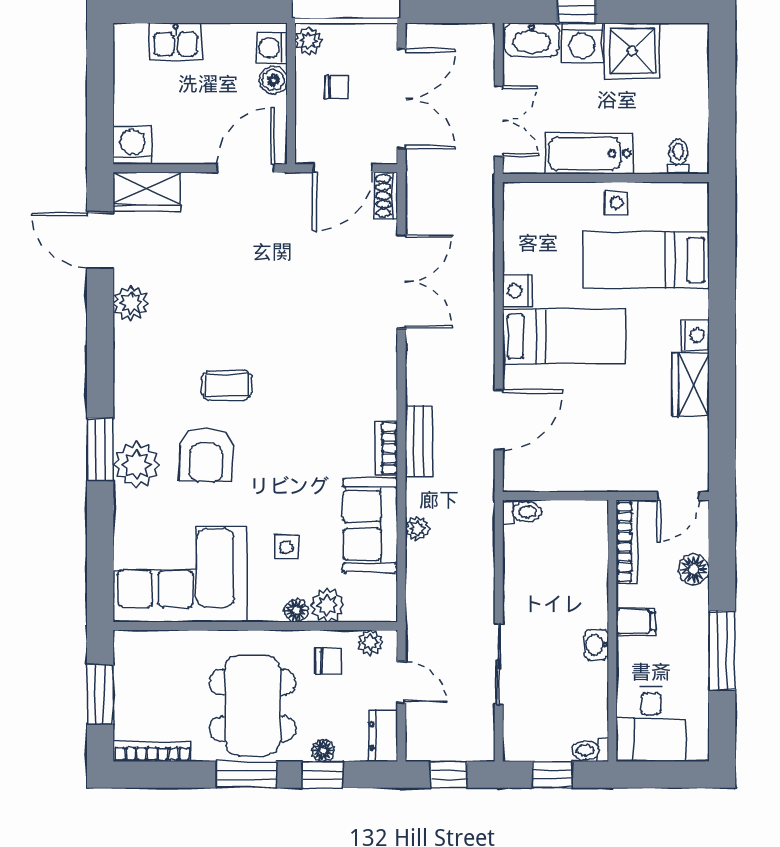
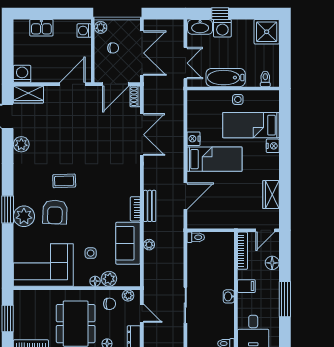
shower: (632, 51) -> (267, 32), moved
boiler: (273, 80) -> (85, 45), removed
nightstand: (695, 335) -> (273, 146), moved
wardrobe: (691, 385) -> (271, 195), moved

